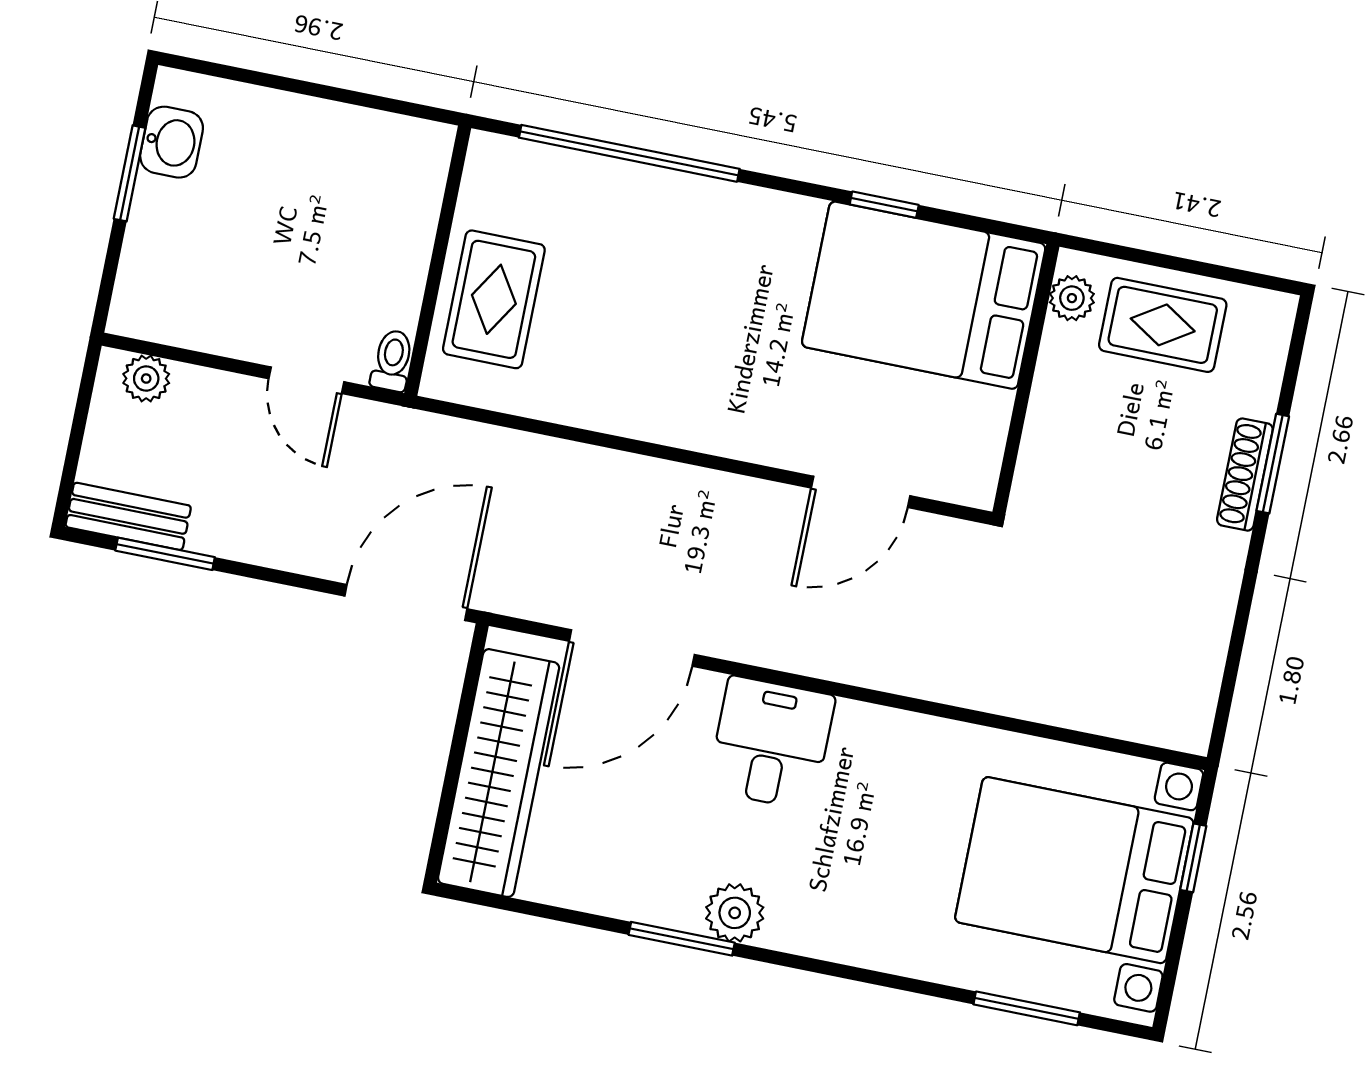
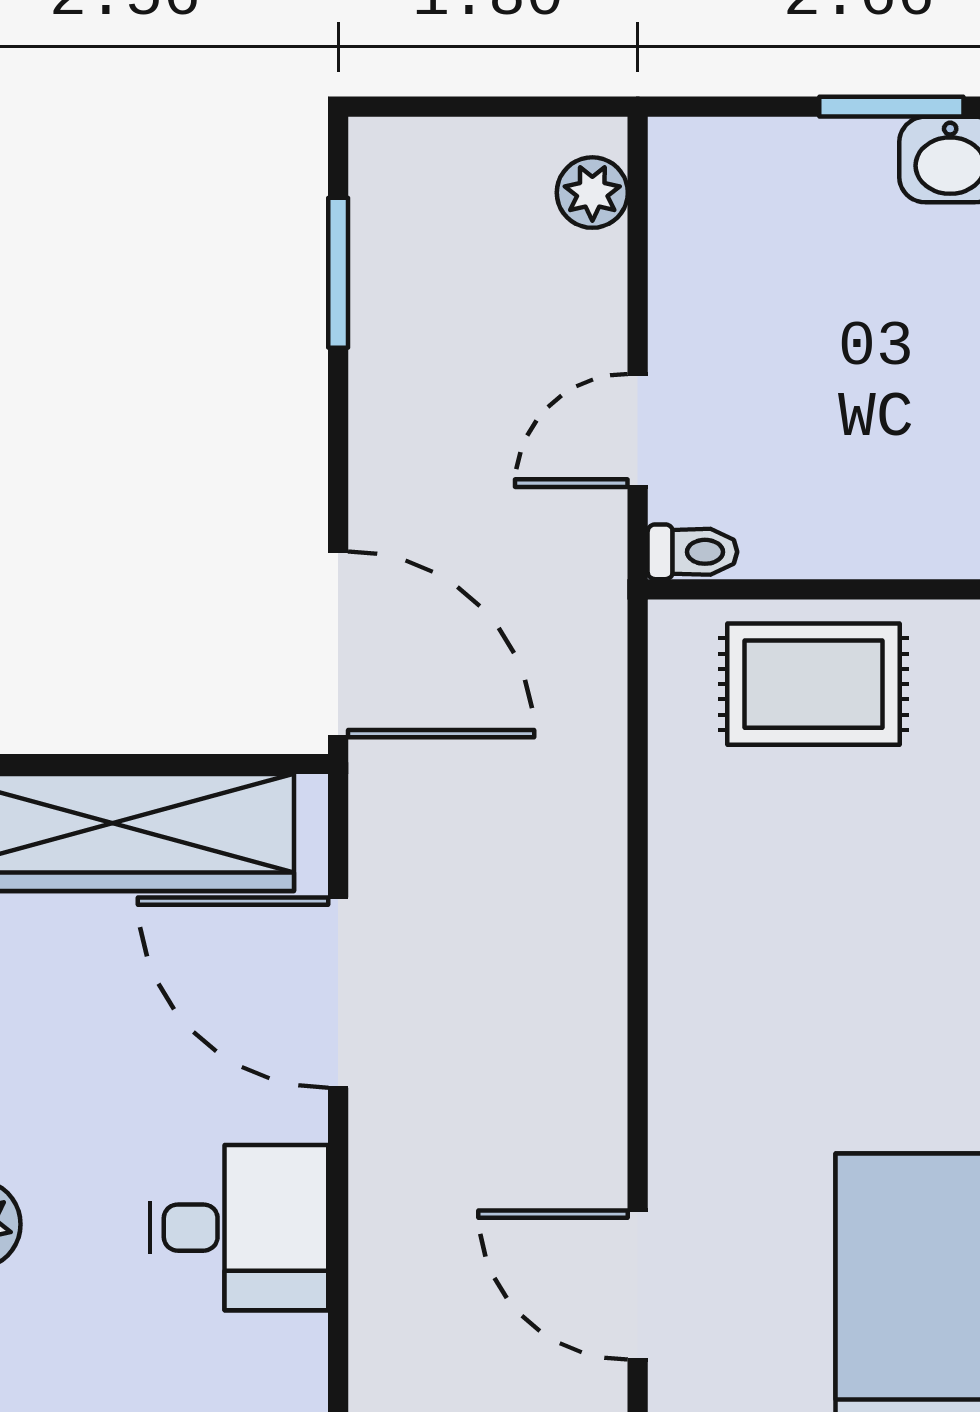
bench: (128, 516) -> (383, 207), removed

